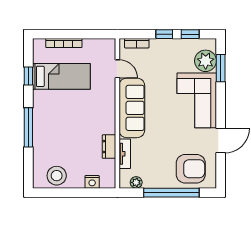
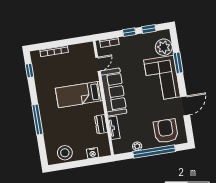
window: (221, 68) -> (178, 63), moved
door: (117, 69) -> (98, 64), hinge flipped
window: (28, 76) -> (29, 71), moved
bed: (61, 76) -> (79, 94), moved, turned 180
armchair: (191, 169) -> (166, 131), turned -90
plant: (136, 182) -> (137, 146), moved

